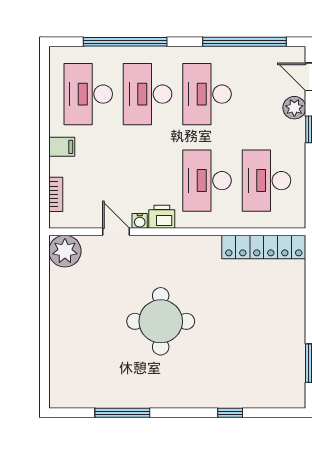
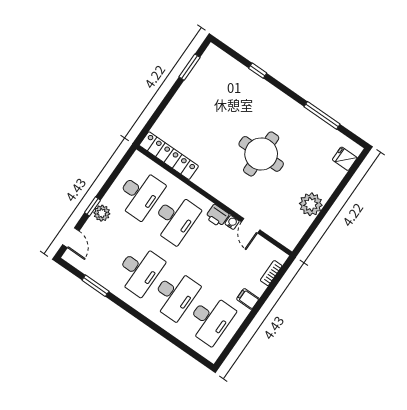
window: (125, 42) -> (167, 335), removed
window: (245, 42) -> (95, 286), width x0.47
plant: (294, 108) -> (102, 213), moved
plant: (65, 251) -> (311, 204), moved
fridge: (62, 382) -> (345, 159), added

